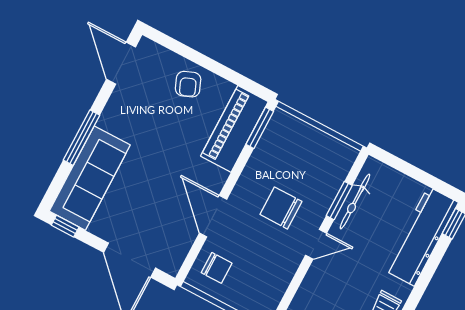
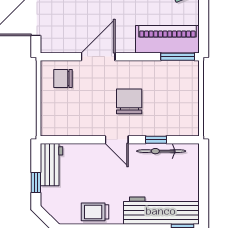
window: (339, 201) -> (156, 140), width x0.67
chair: (217, 268) -> (63, 78), turned 90

